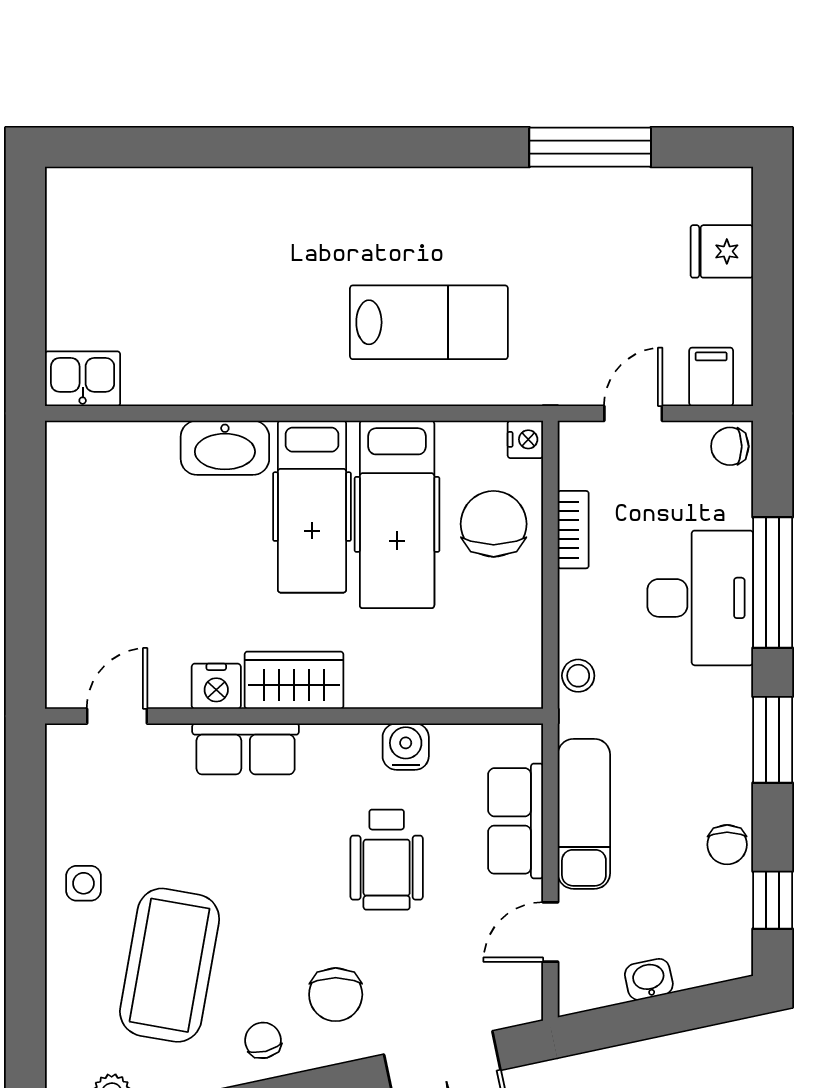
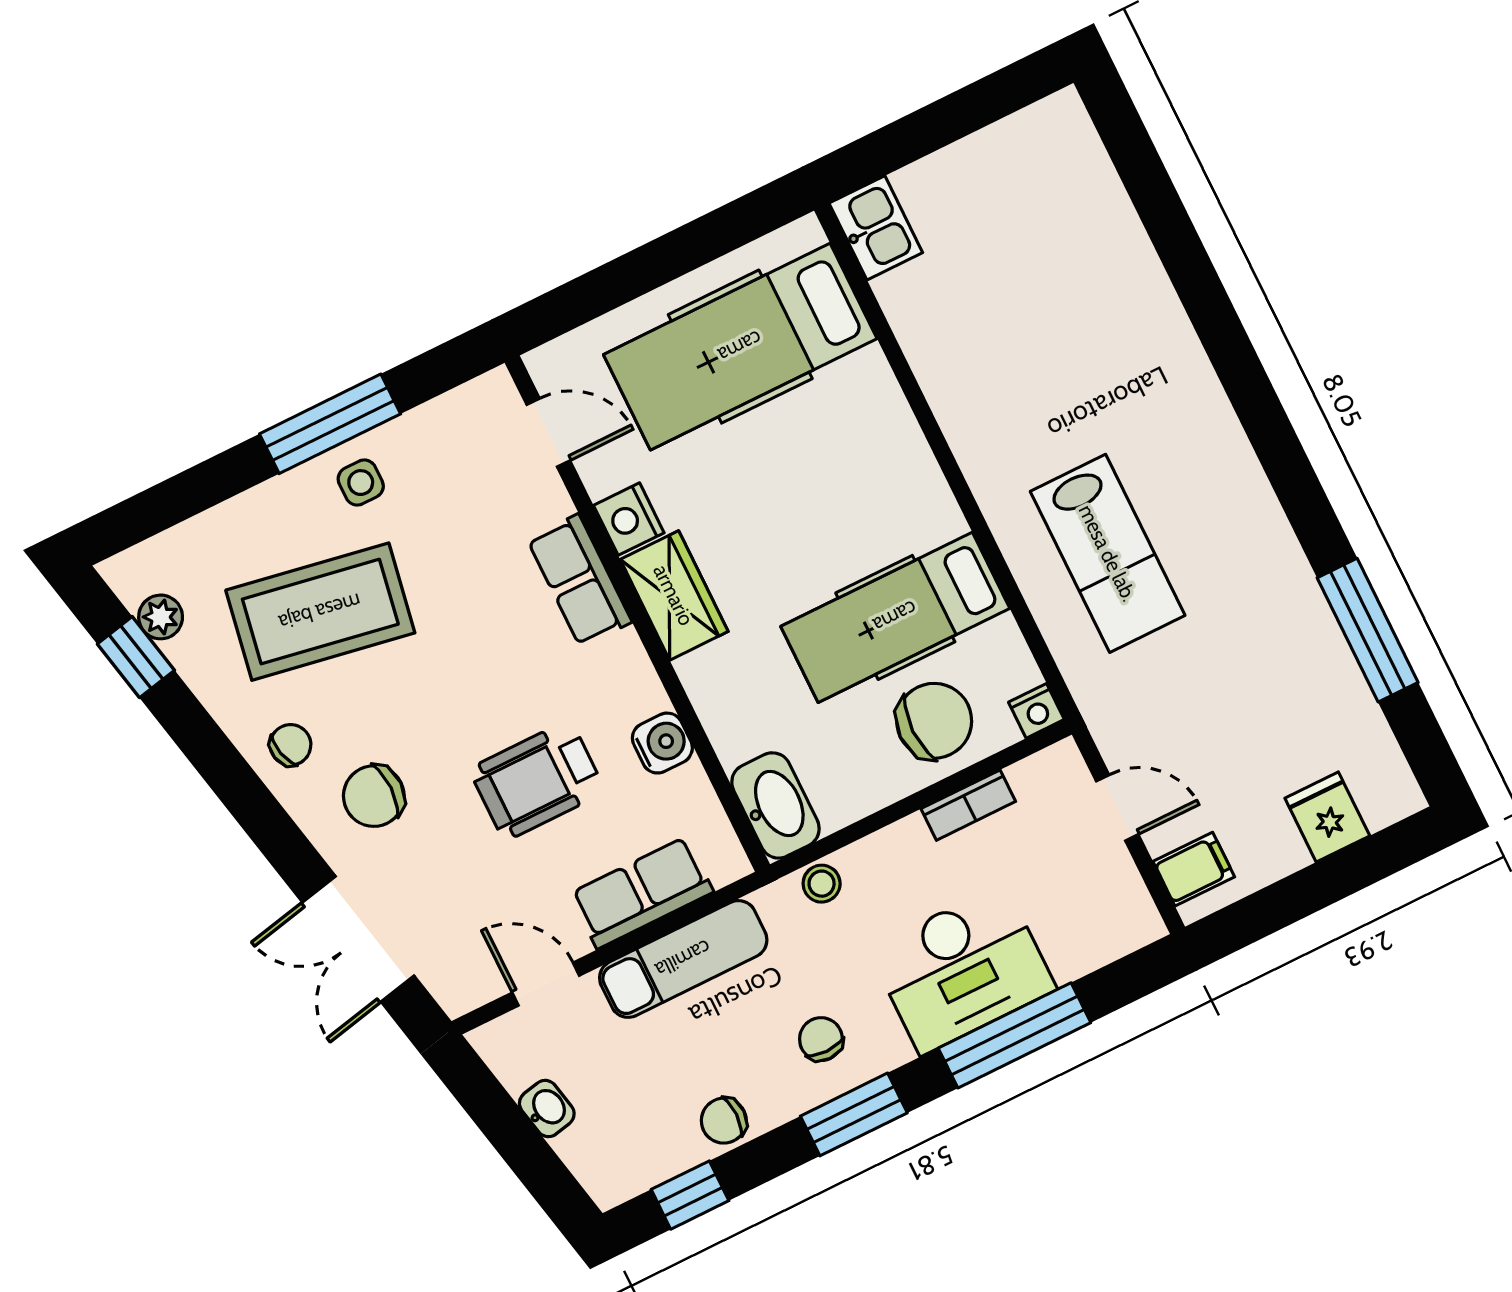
chair: (730, 446) -> (821, 1039), moved
washbasin: (225, 448) -> (775, 805), moved, turned 180
hospital bed: (312, 507) -> (740, 347), moved, width x1.37, depth x1.29
window: (25, 885) -> (330, 424), added

